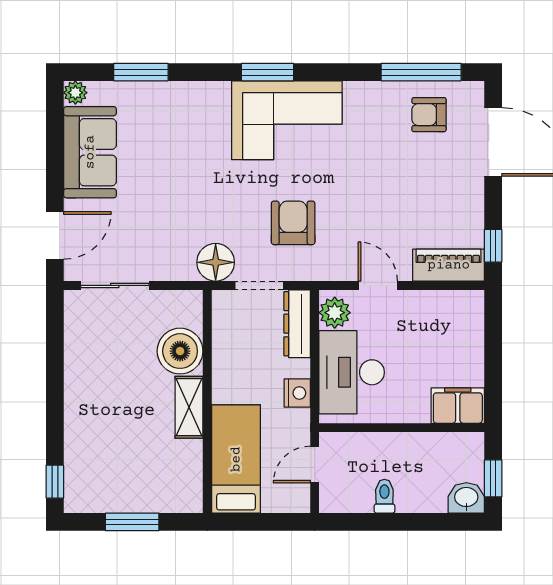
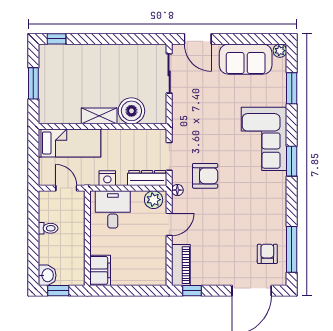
corner sofa: (287, 120) -> (264, 139), moved
floor lamp: (216, 262) -> (177, 190), moved, width x0.53, depth x0.53
desk: (352, 372) -> (113, 209), width x0.73

